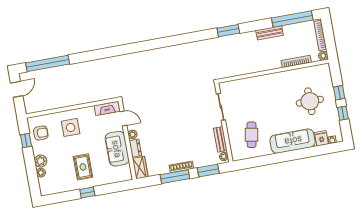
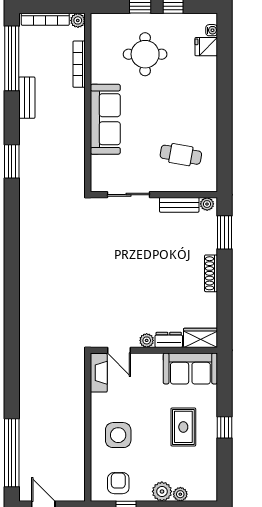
door: (123, 118) -> (119, 350), swing flipped
sofa: (293, 141) -> (105, 119), moved, turned 180
sofa: (117, 149) -> (190, 368), moved
rug: (83, 167) -> (183, 427), turned 90
window: (175, 177) -> (224, 286), removed

